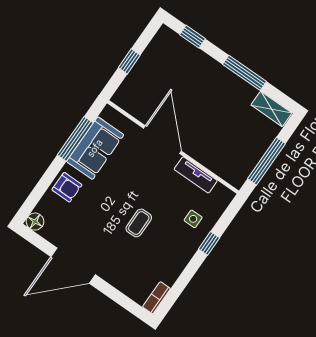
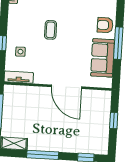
window: (75, 139) -> (118, 43), moved
tv unit: (196, 175) -> (19, 77), moved

